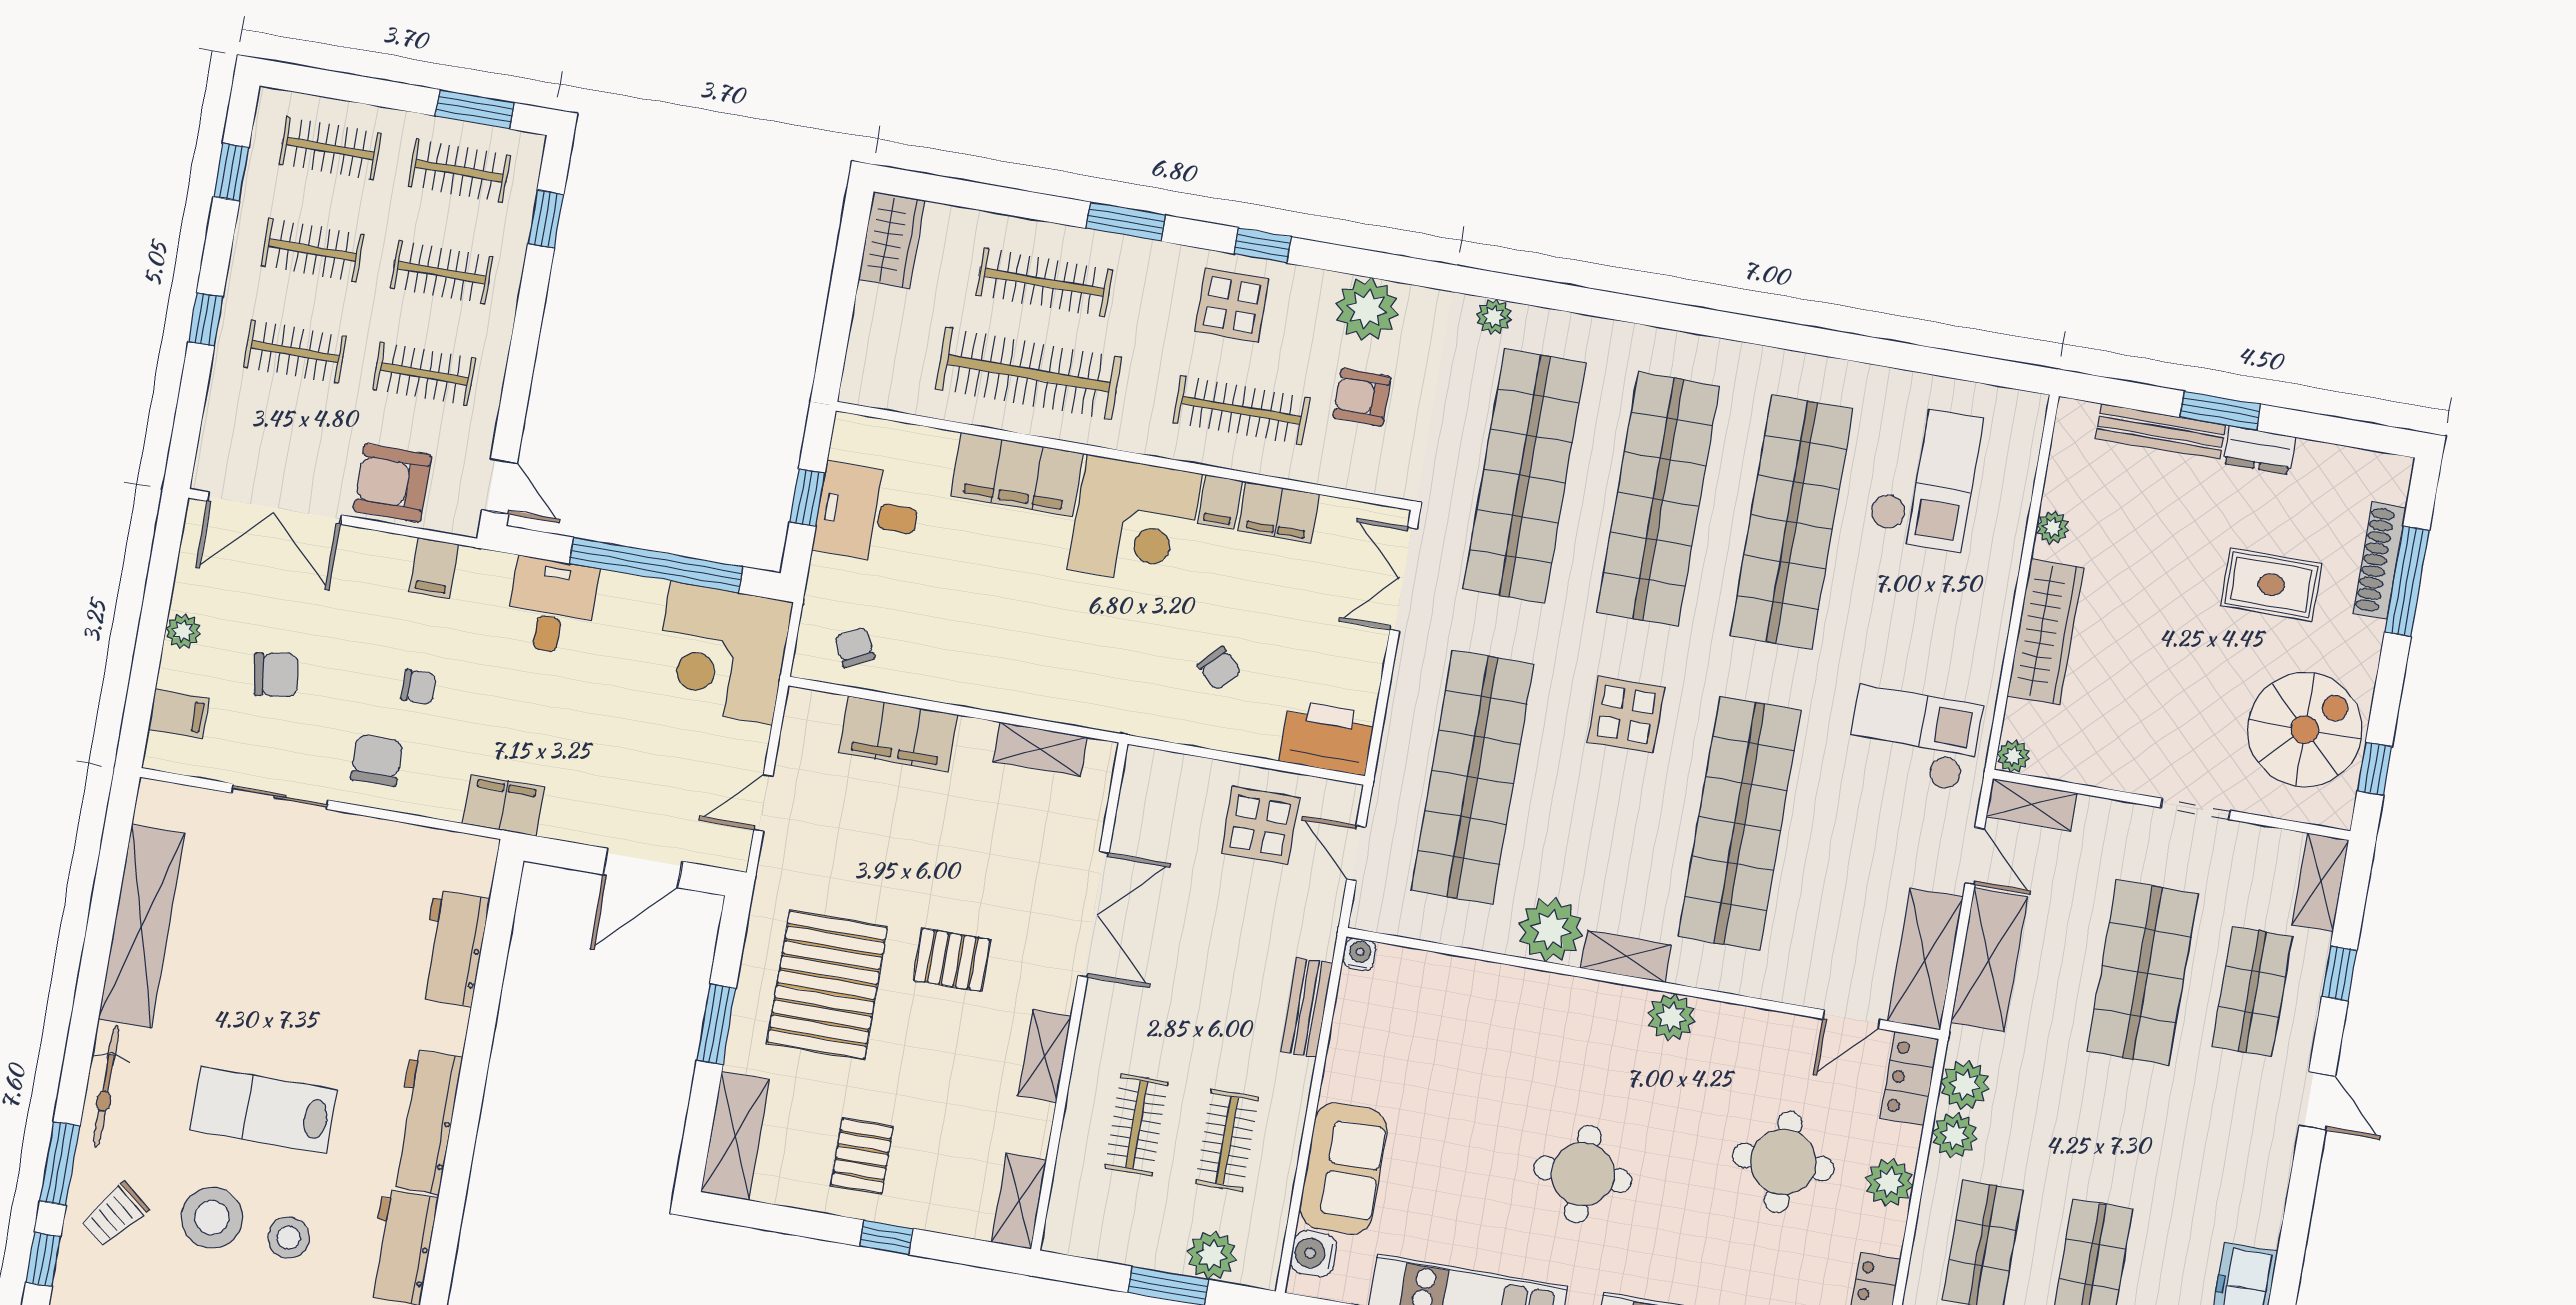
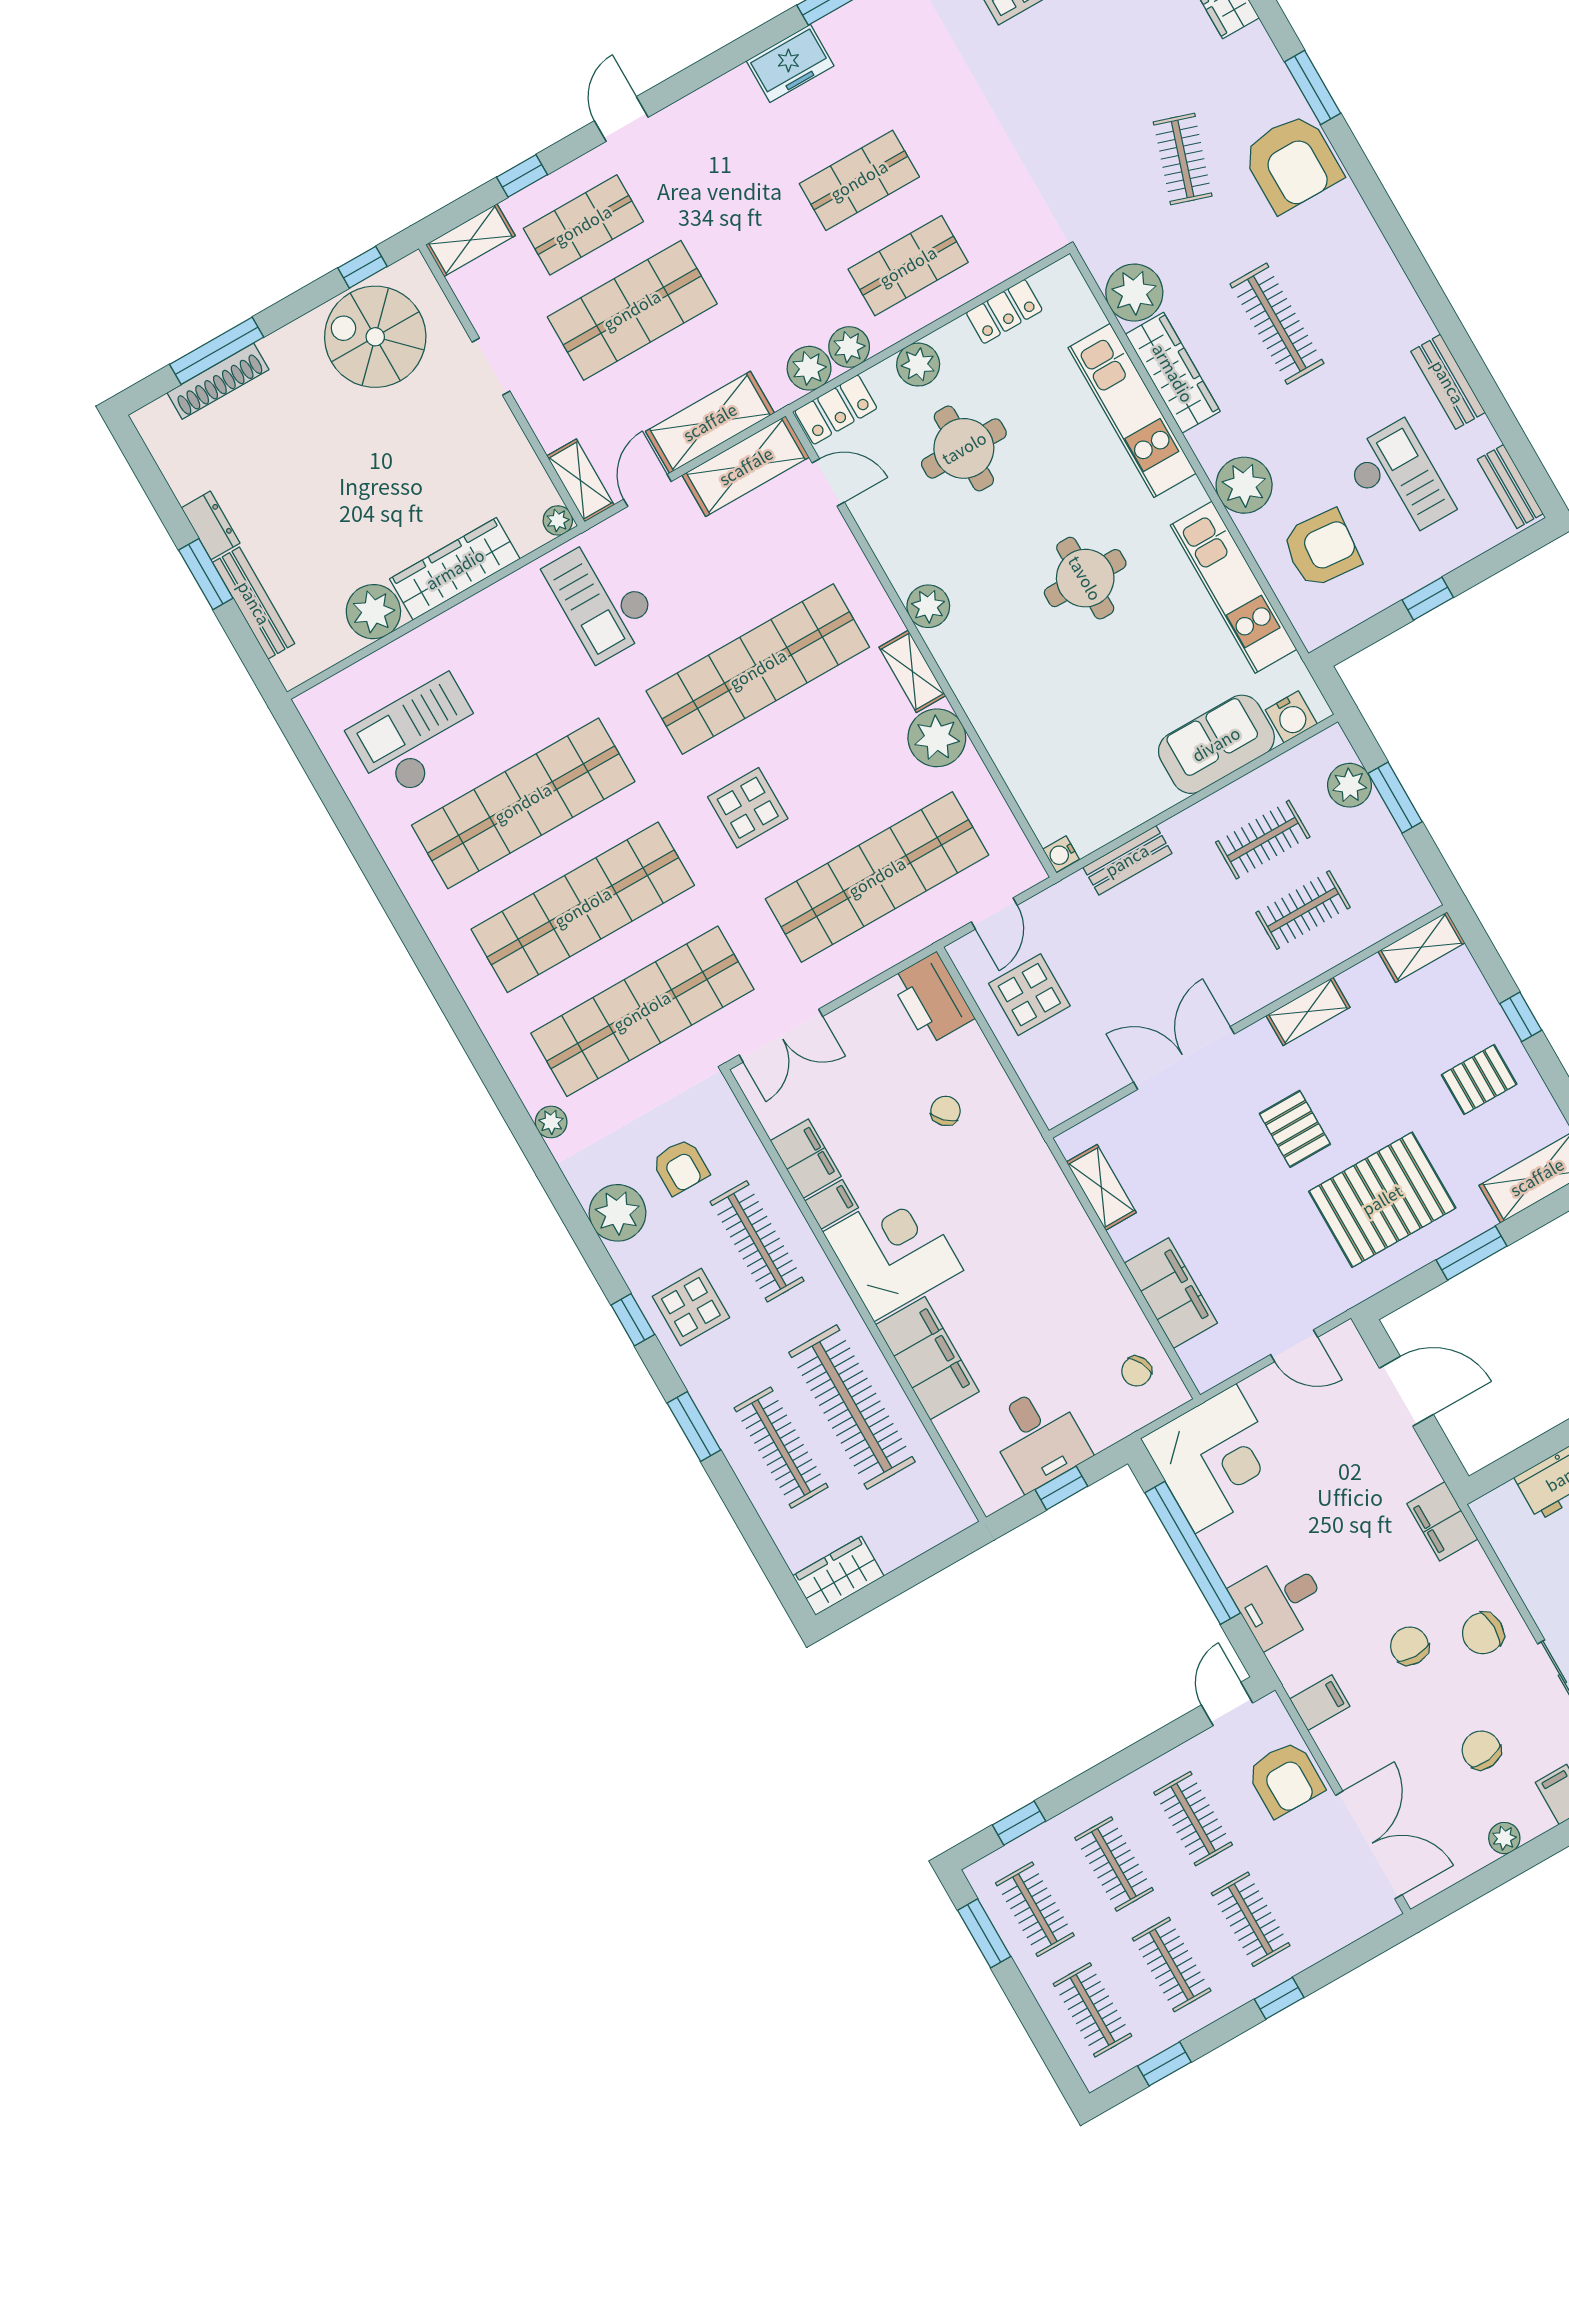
plant: (2053, 527) -> (373, 612), width x1.87, depth x1.87
rug: (2271, 585) -> (295, 441), removed
chair: (419, 687) -> (1410, 1646), width x1.37, depth x1.37

